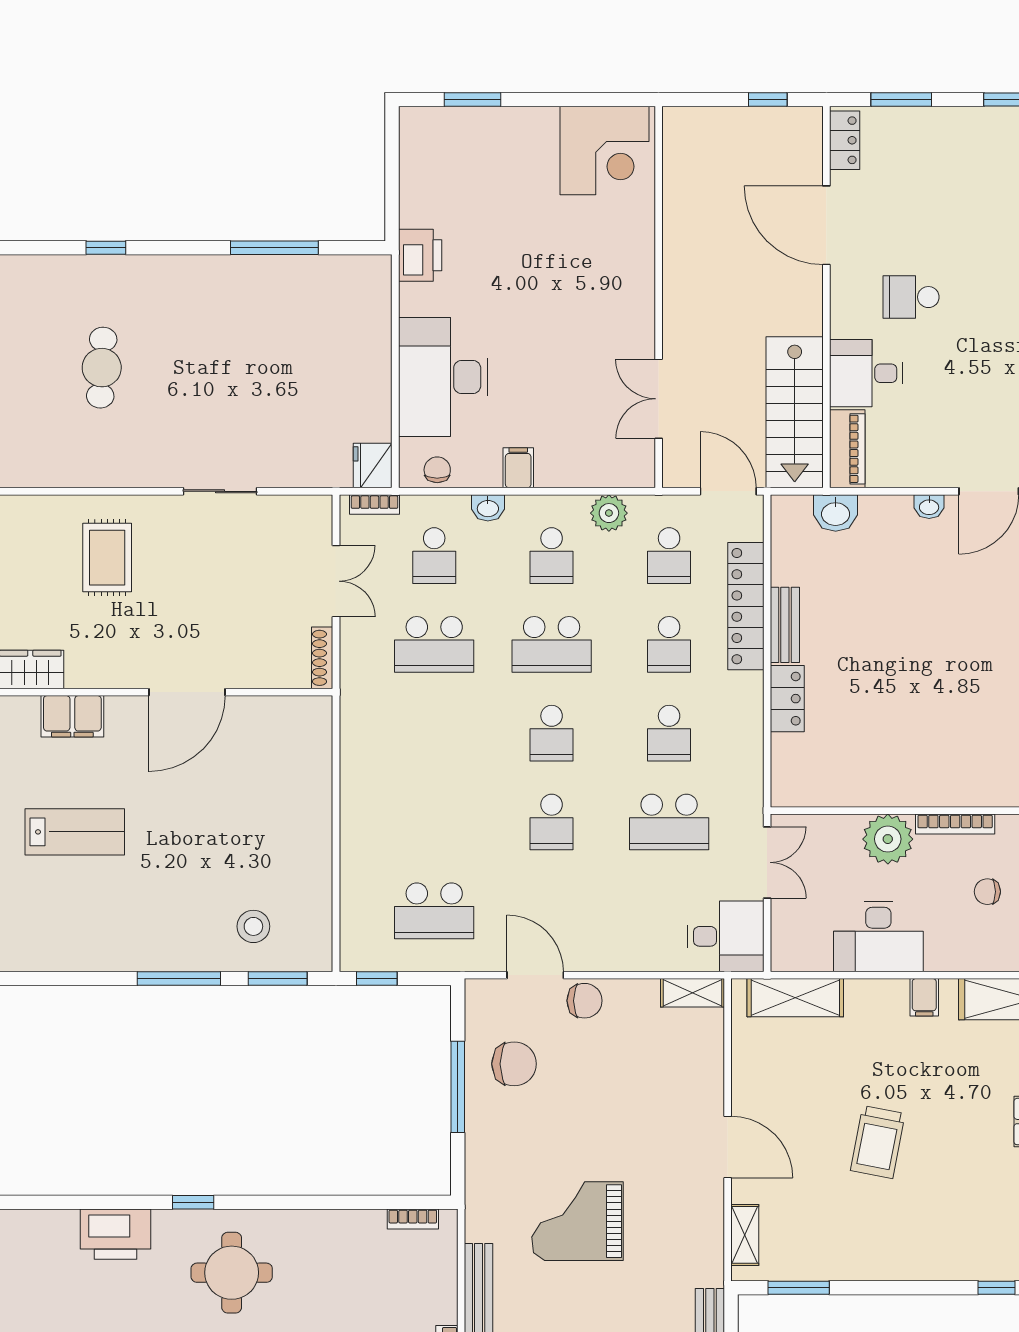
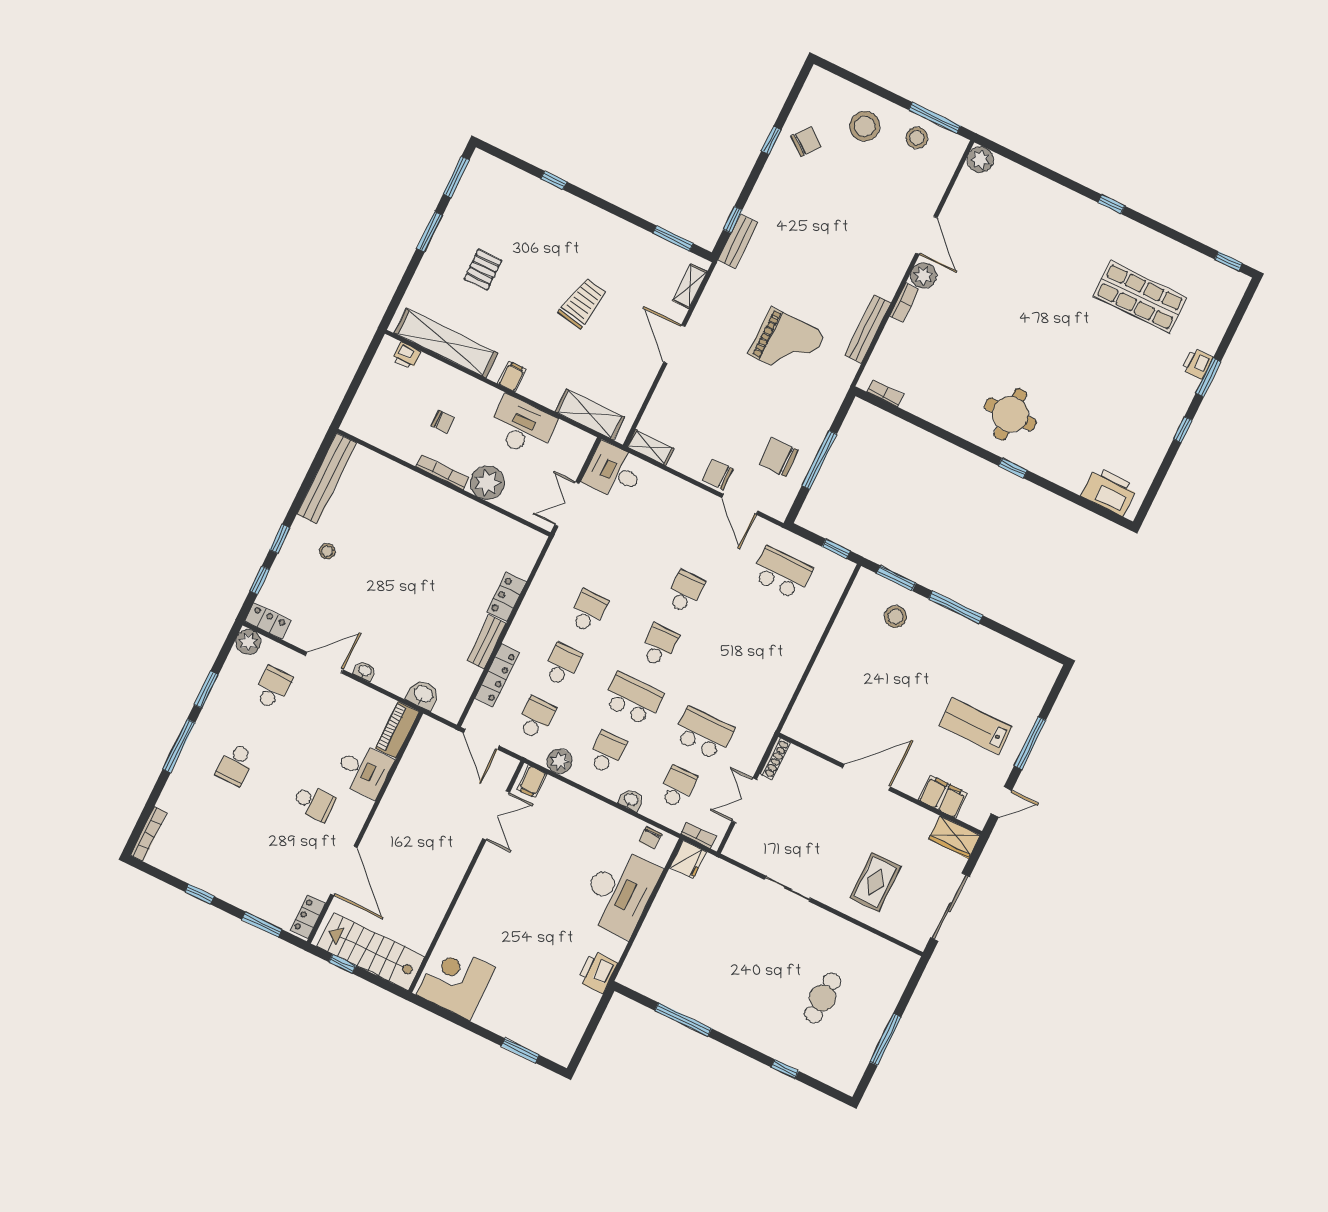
stairs: (795, 412) -> (371, 952), moved, turned -90
filing cabinet: (518, 468) -> (532, 782), moved
locker: (746, 606) -> (497, 675), width x0.71, depth x0.83
school desk: (669, 822) -> (614, 557), removed
printer: (115, 1234) -> (1109, 491), moved

